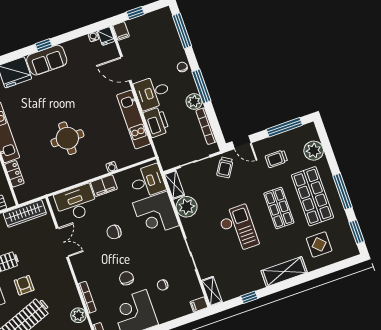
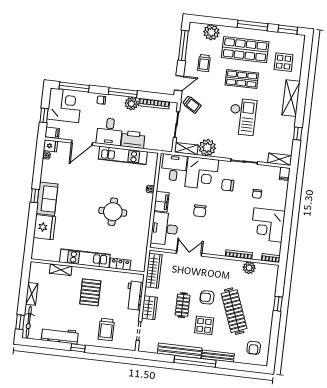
corner desk: (157, 30) -> (64, 105), added
checkout: (238, 229) -> (243, 117), turned 90
chair: (126, 278) -> (228, 185), moved

